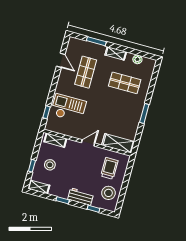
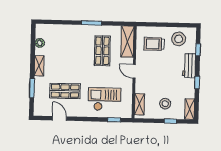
door: (61, 60) -> (59, 118), hinge flipped
shop shelf: (125, 83) -> (102, 51), moved
checkout: (68, 108) -> (105, 99), turned 90

